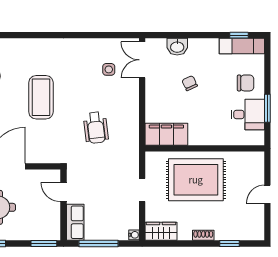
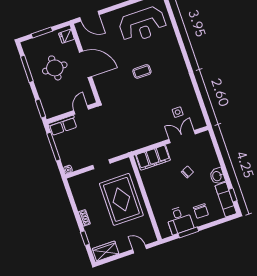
washbasin: (177, 47) -> (217, 176), moved
double door: (142, 60) -> (182, 137), moved
coffee table: (41, 97) -> (142, 71), width x0.54, depth x0.58
wheelchair: (96, 128) -> (134, 117), removed
filing cabinet: (166, 134) -> (153, 158), moved, turned 90
door: (267, 194) -> (140, 249), moved
wardrobe: (161, 231) -> (106, 251), moved, turned -90

